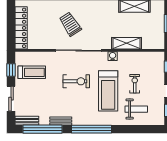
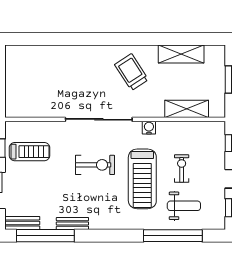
trolley: (70, 24) -> (131, 72), moved
locker: (21, 28) -> (14, 86), removed
shelving: (126, 43) -> (187, 109), moved
window: (92, 129) -> (173, 236), moved

